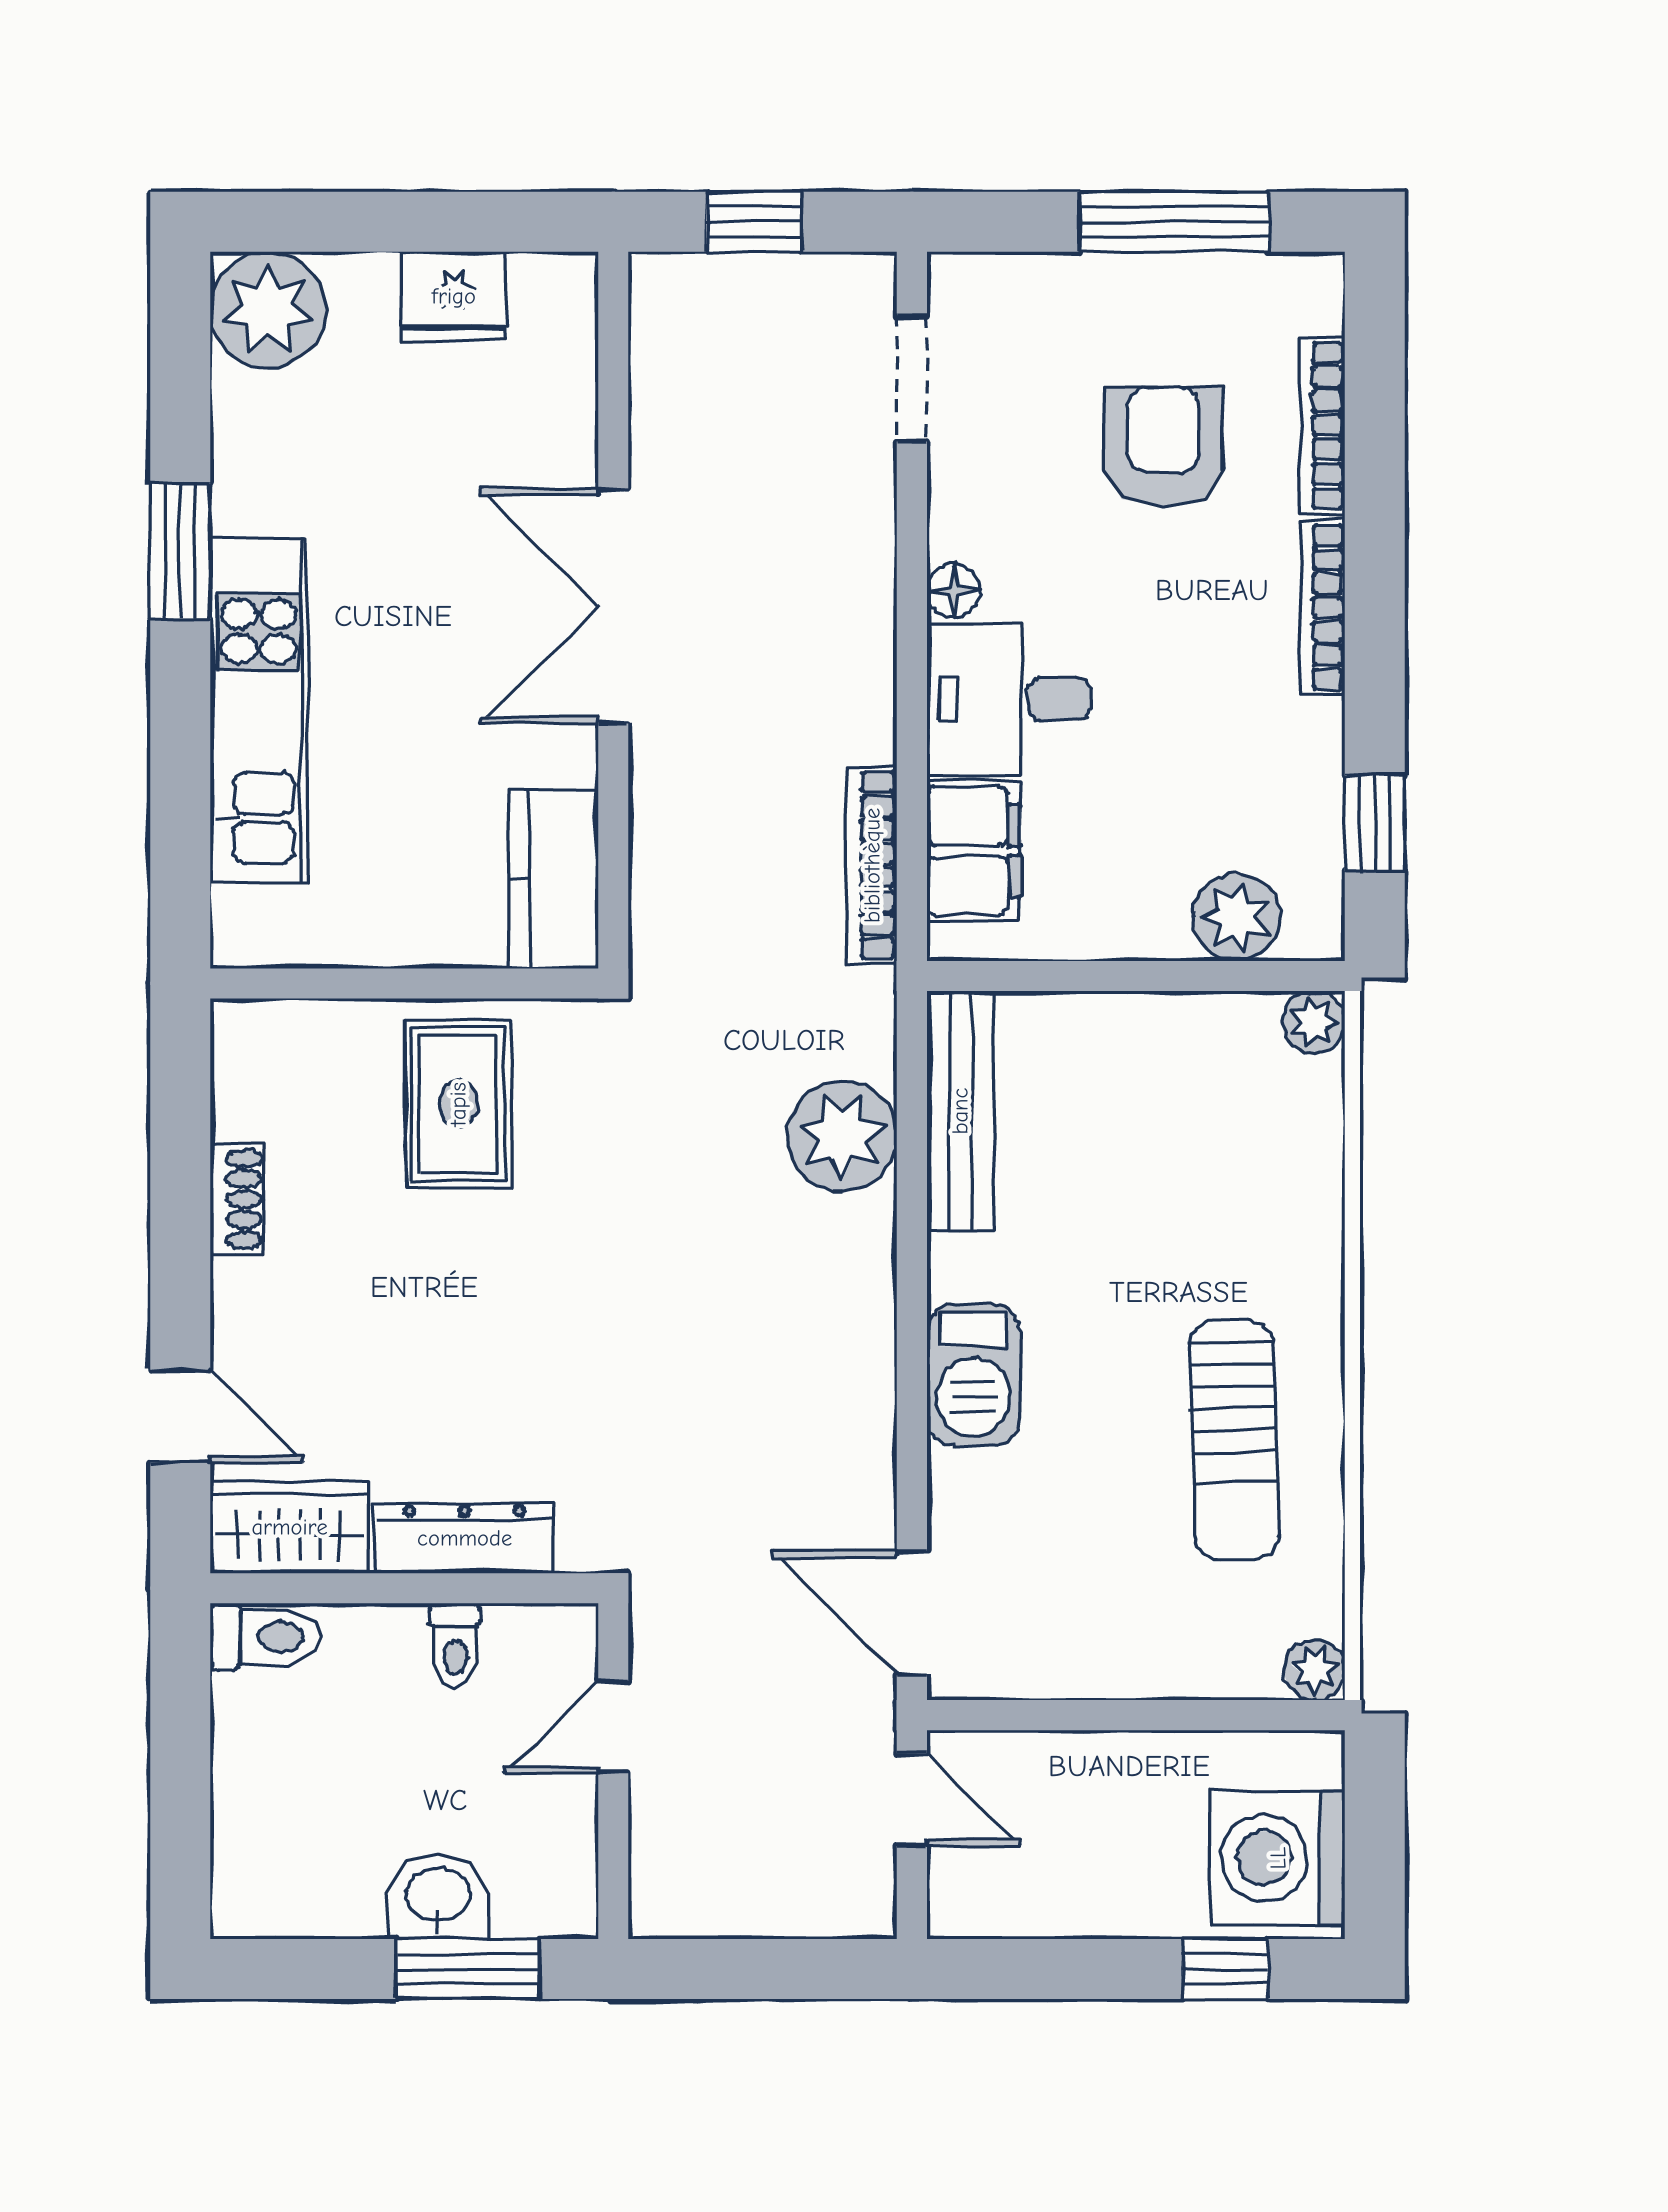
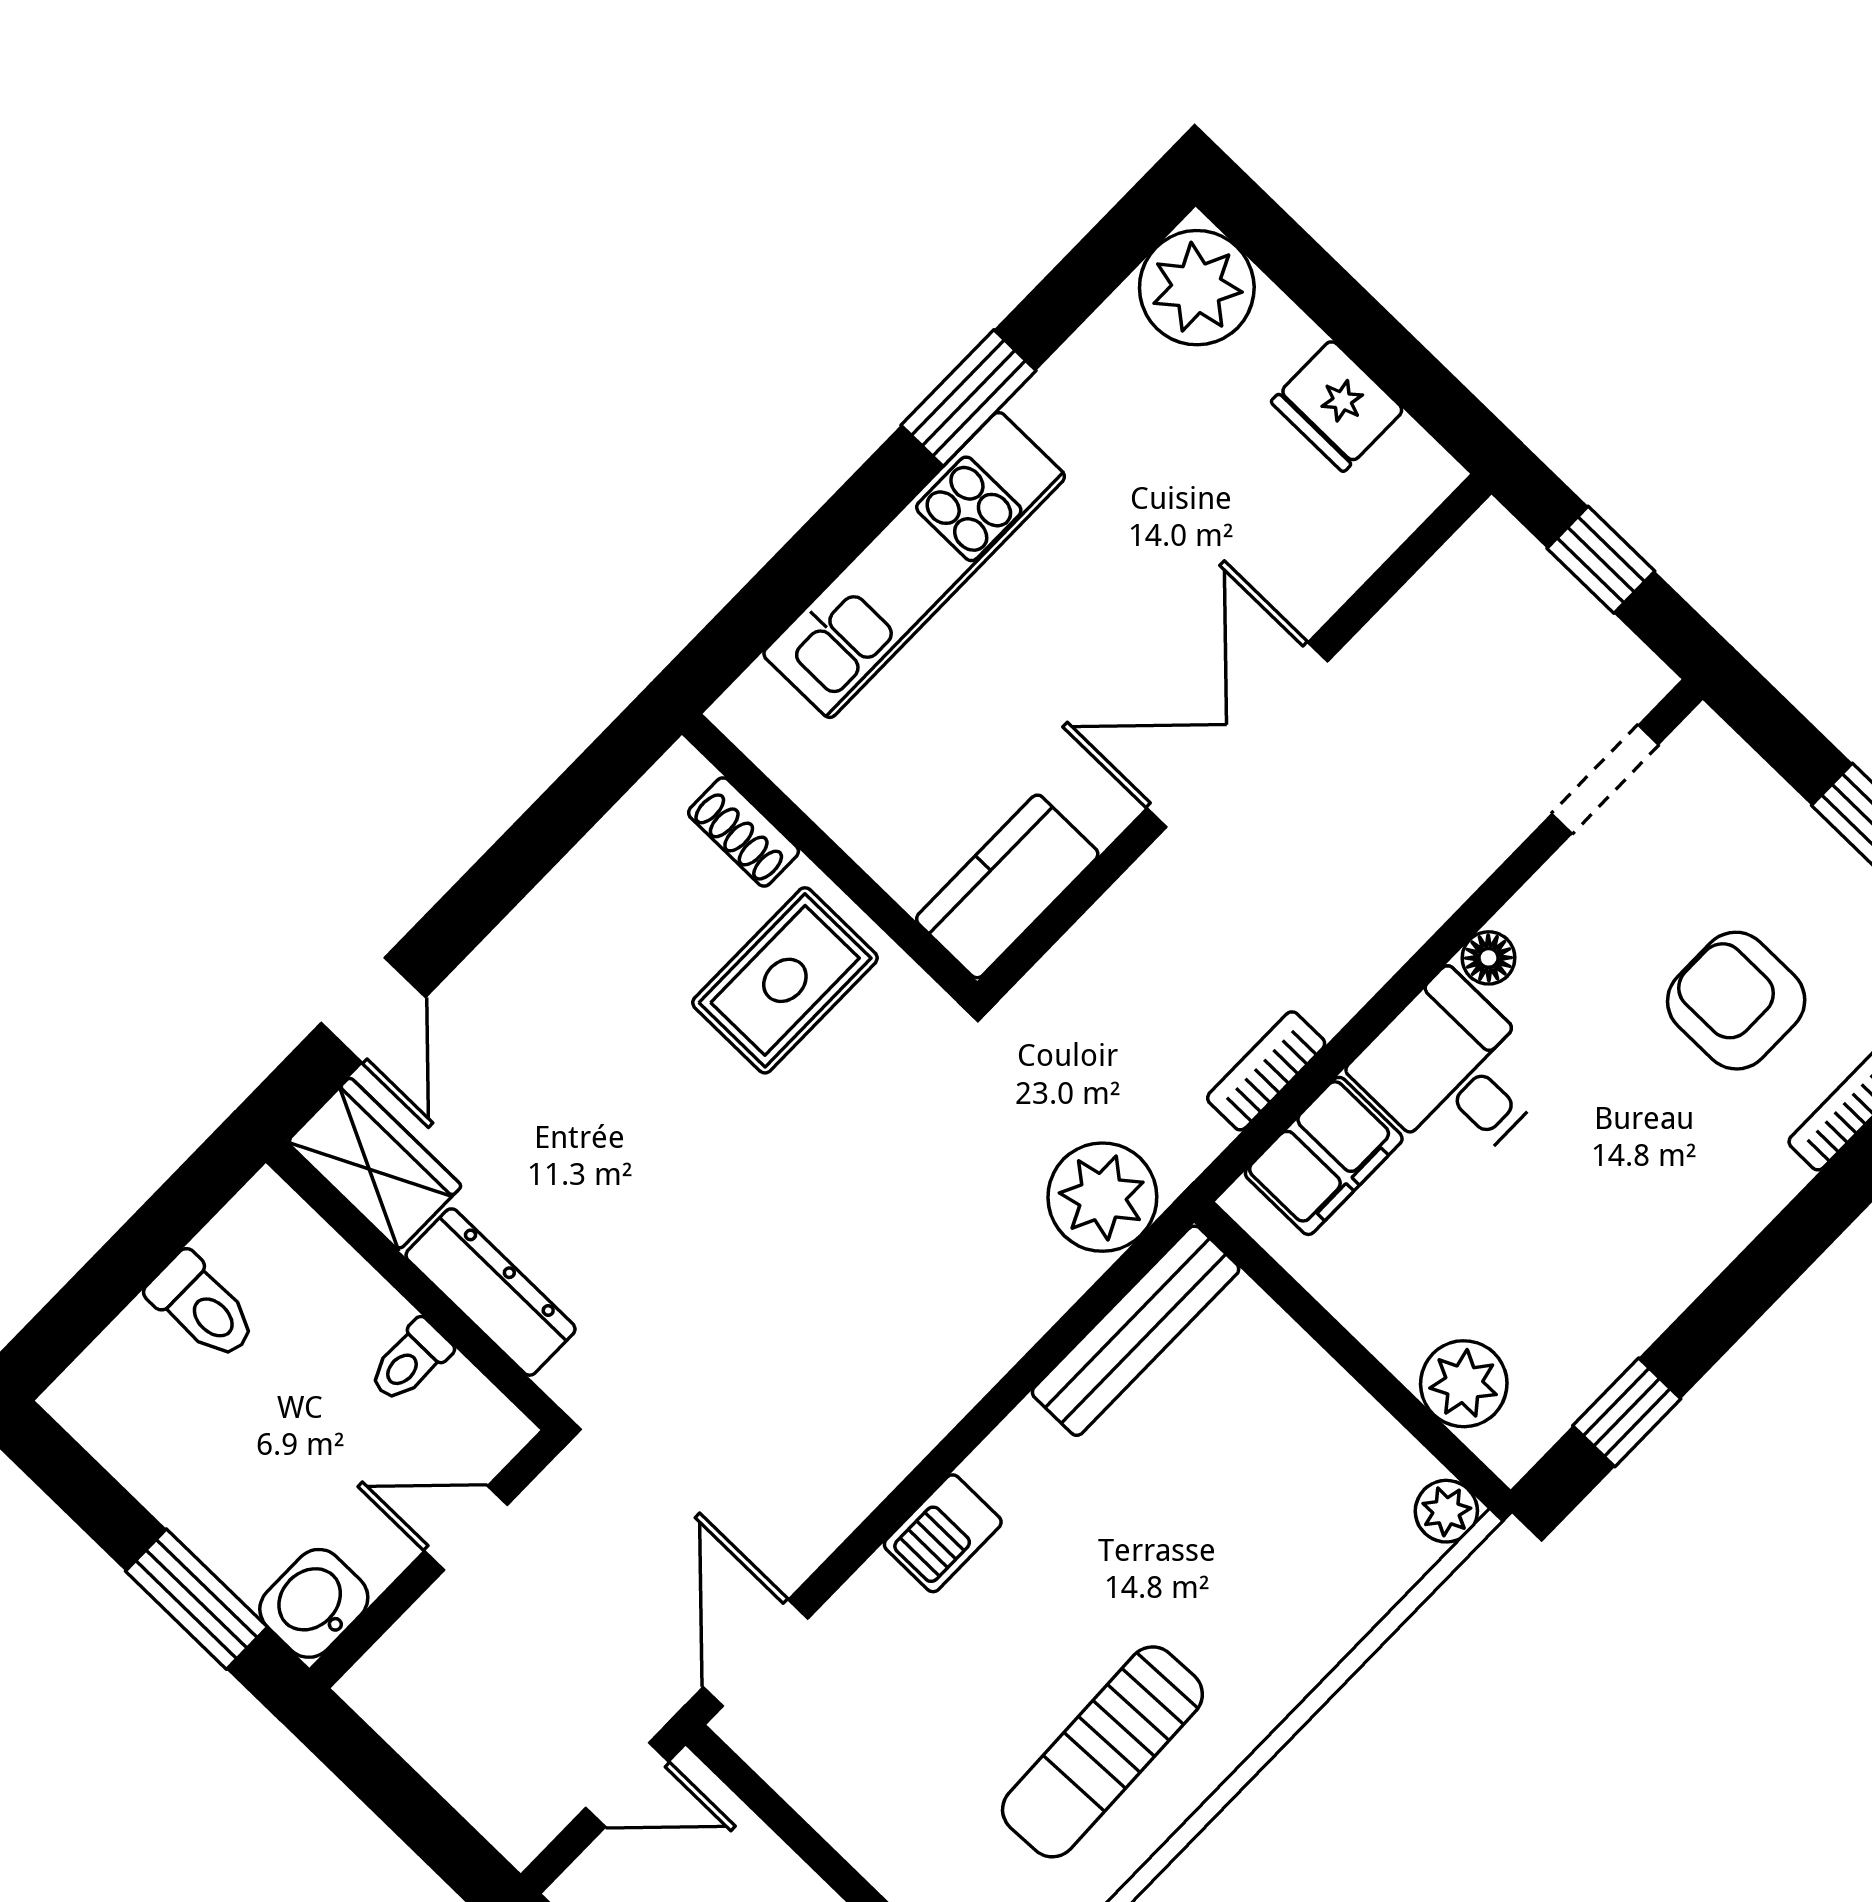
armchair: (1164, 447) -> (1736, 1001), turned -90
bookcase: (1323, 607) -> (1738, 1224), removed
bookcase: (872, 865) -> (1266, 1071), width x0.64
plant: (842, 1136) -> (1102, 1197), moved
shoe rack: (237, 1199) -> (744, 832), moved, turned 90
barbecue: (973, 1375) -> (943, 1533), width x0.73, depth x0.79
toilet: (265, 1637) -> (202, 1307), moved
door: (912, 1800) -> (627, 1785), hinge flipped
washbasin: (438, 1897) -> (314, 1603), moved, turned -90

